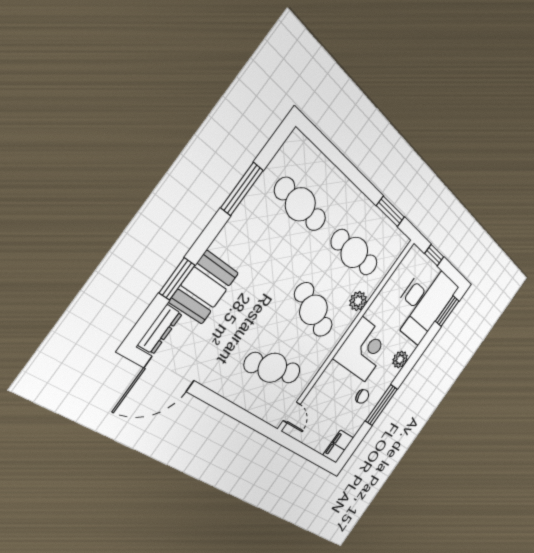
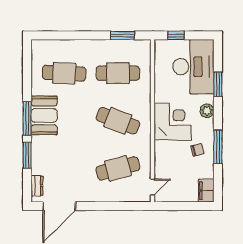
window: (242, 189) -> (27, 119), moved
booth: (204, 287) -> (44, 115), moved
plant: (358, 301) -> (144, 97), removed
window: (447, 311) -> (218, 84), moved
dresser: (160, 329) -> (37, 186), width x0.70
door: (292, 412) -> (153, 187), hinge flipped

